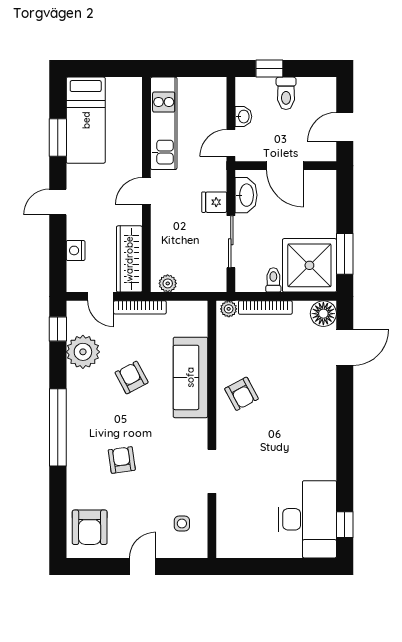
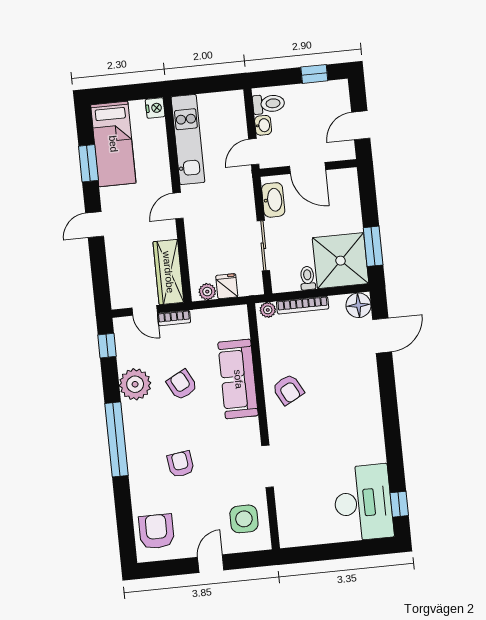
window: (269, 69) -> (314, 74), moved
toilet: (286, 93) -> (269, 104), moved, turned -90
fridge: (214, 202) -> (227, 286), moved, turned 90
nightstand: (76, 250) -> (155, 108), moved, turned 180
bookcase: (140, 307) -> (174, 318), width x0.64
plant: (83, 352) -> (135, 384), moved
side table: (182, 524) -> (244, 519), width x1.87, depth x1.87
armchair: (90, 527) -> (156, 531), turned 180

